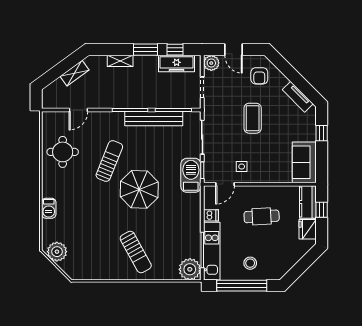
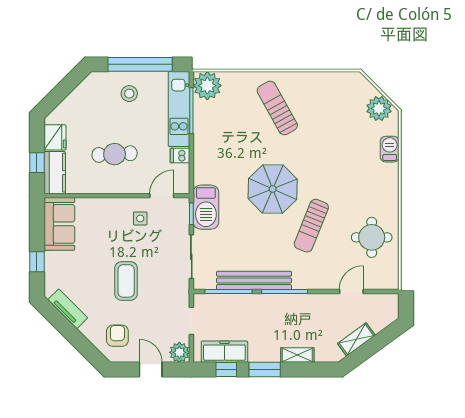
barbecue: (49, 208) -> (390, 149), moved

